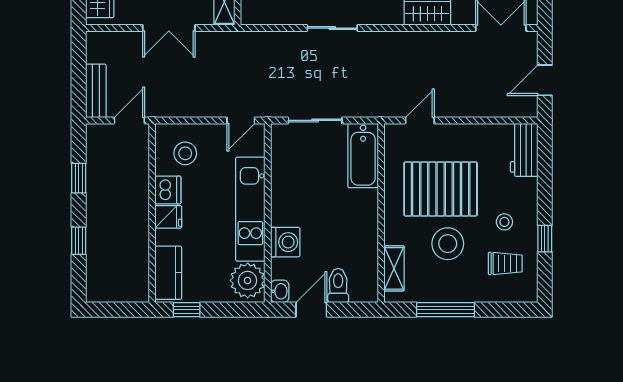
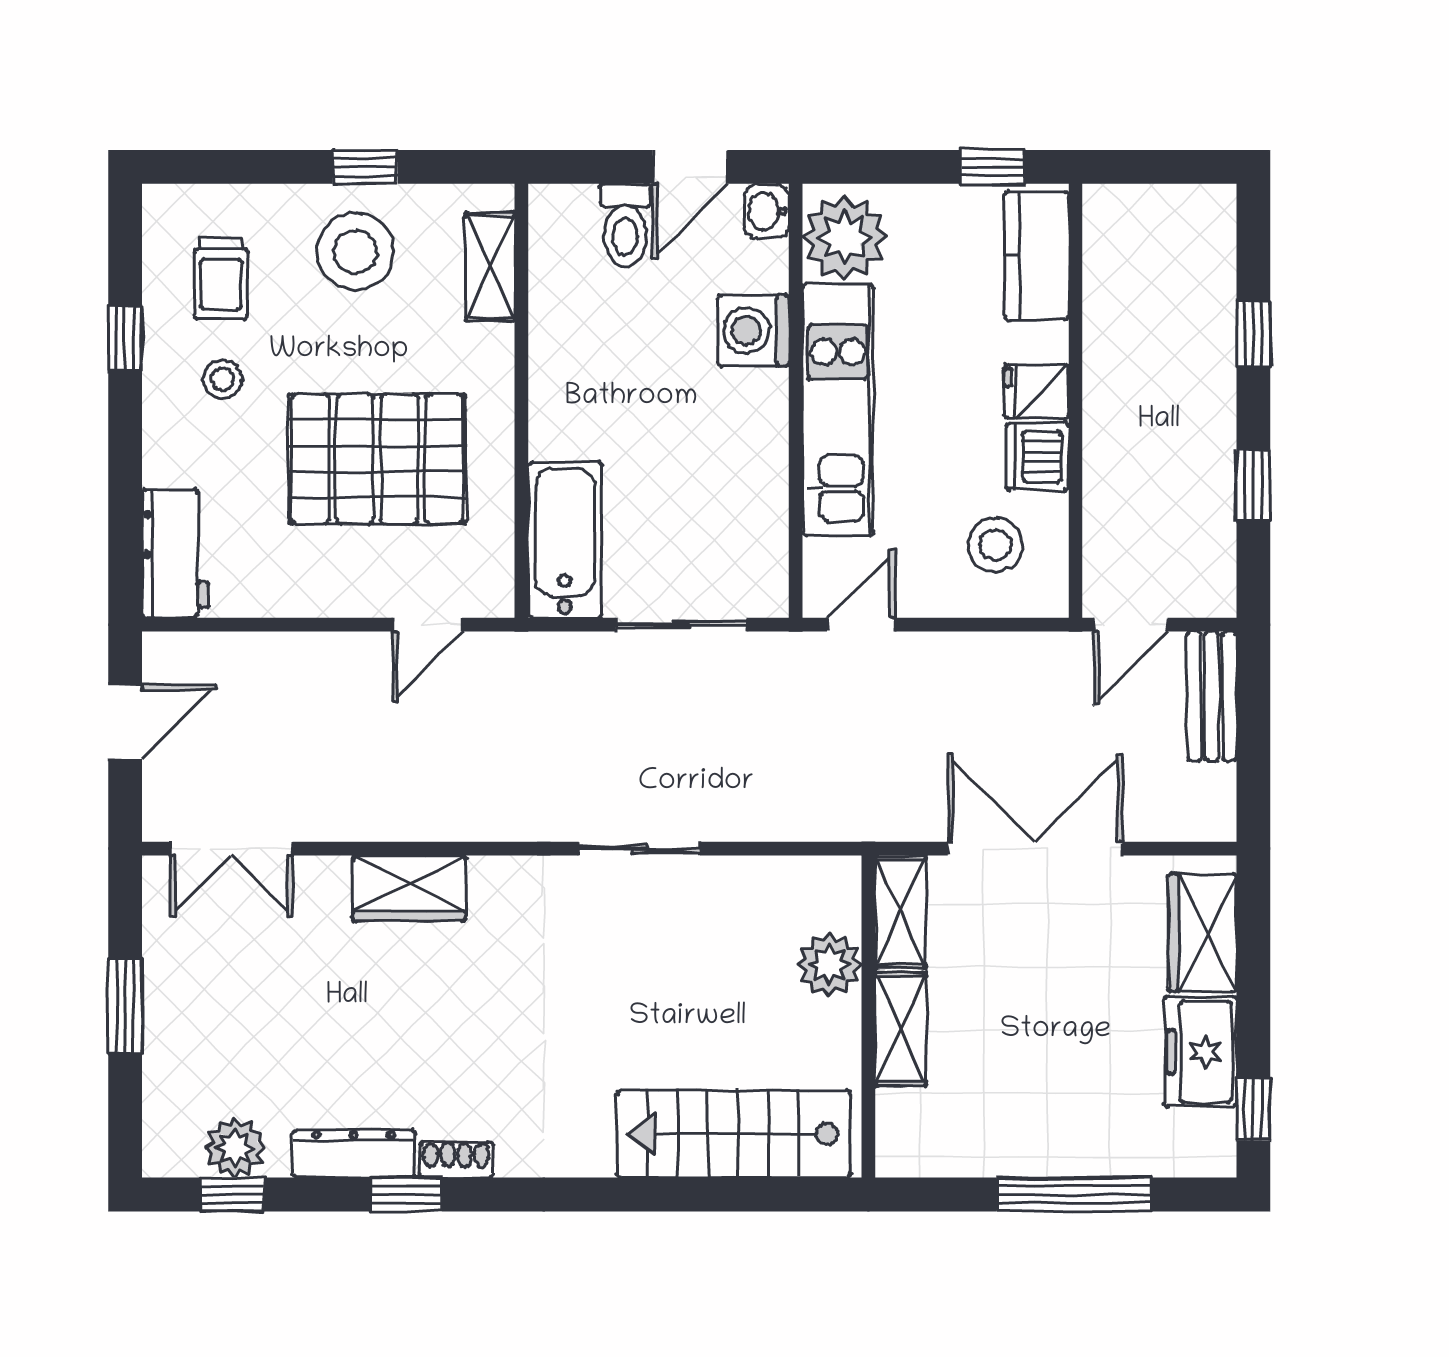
double door: (169, 28) -> (1035, 849), width x1.37
stool: (448, 244) -> (355, 251), moved
trolley: (505, 263) -> (221, 278), turned -90
window: (446, 310) -> (365, 167), width x0.46

